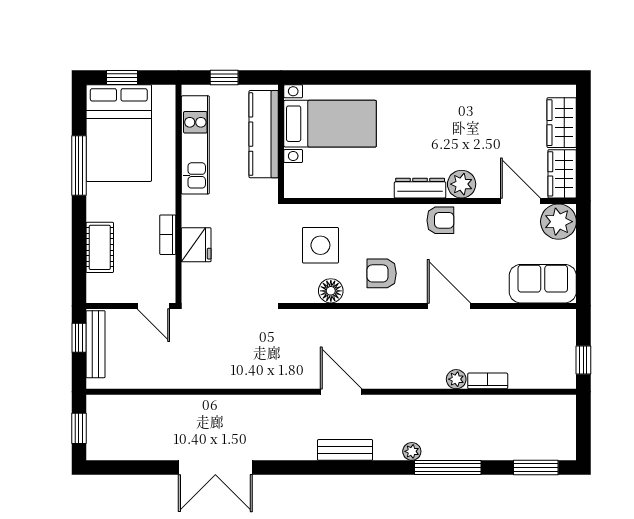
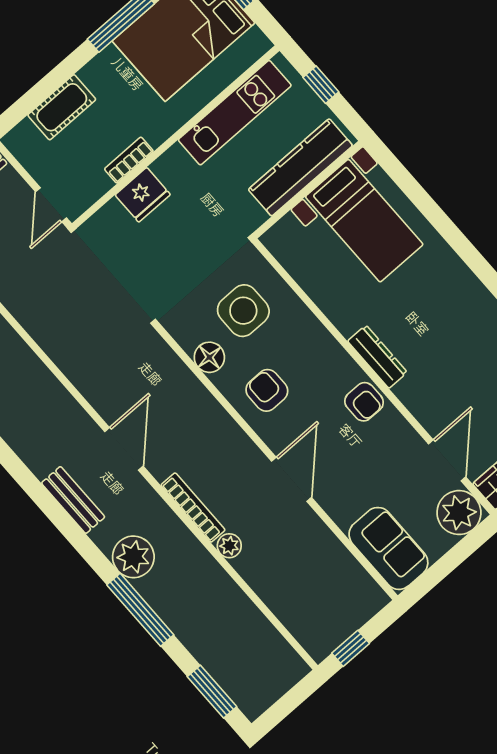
plant: (462, 184) -> (415, 392), removed
bookcase: (488, 381) -> (193, 508), moved, width x1.56
plant: (412, 451) -> (133, 557), width x1.88, depth x1.88

